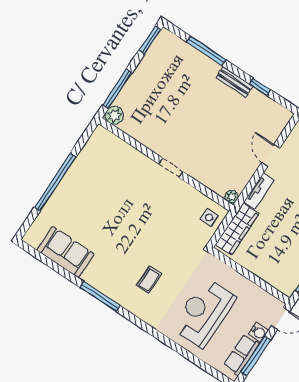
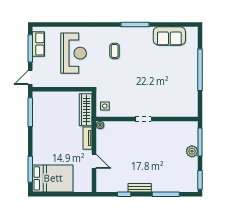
plant: (114, 115) -> (192, 151), moved
water cooler: (258, 332) -> (37, 62), removed

